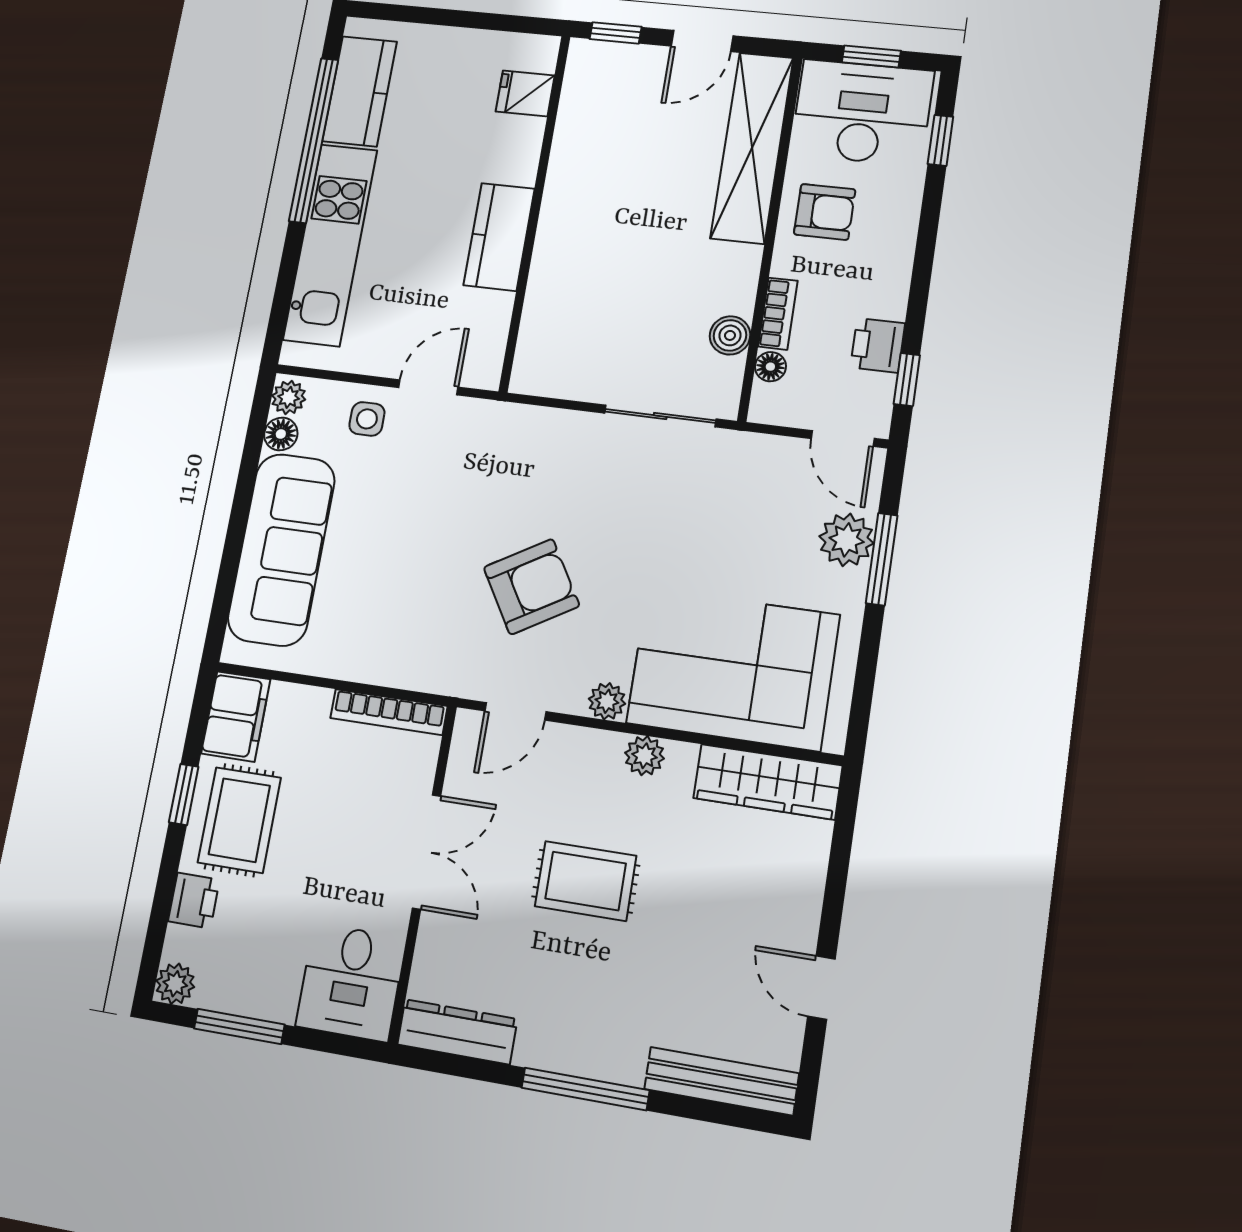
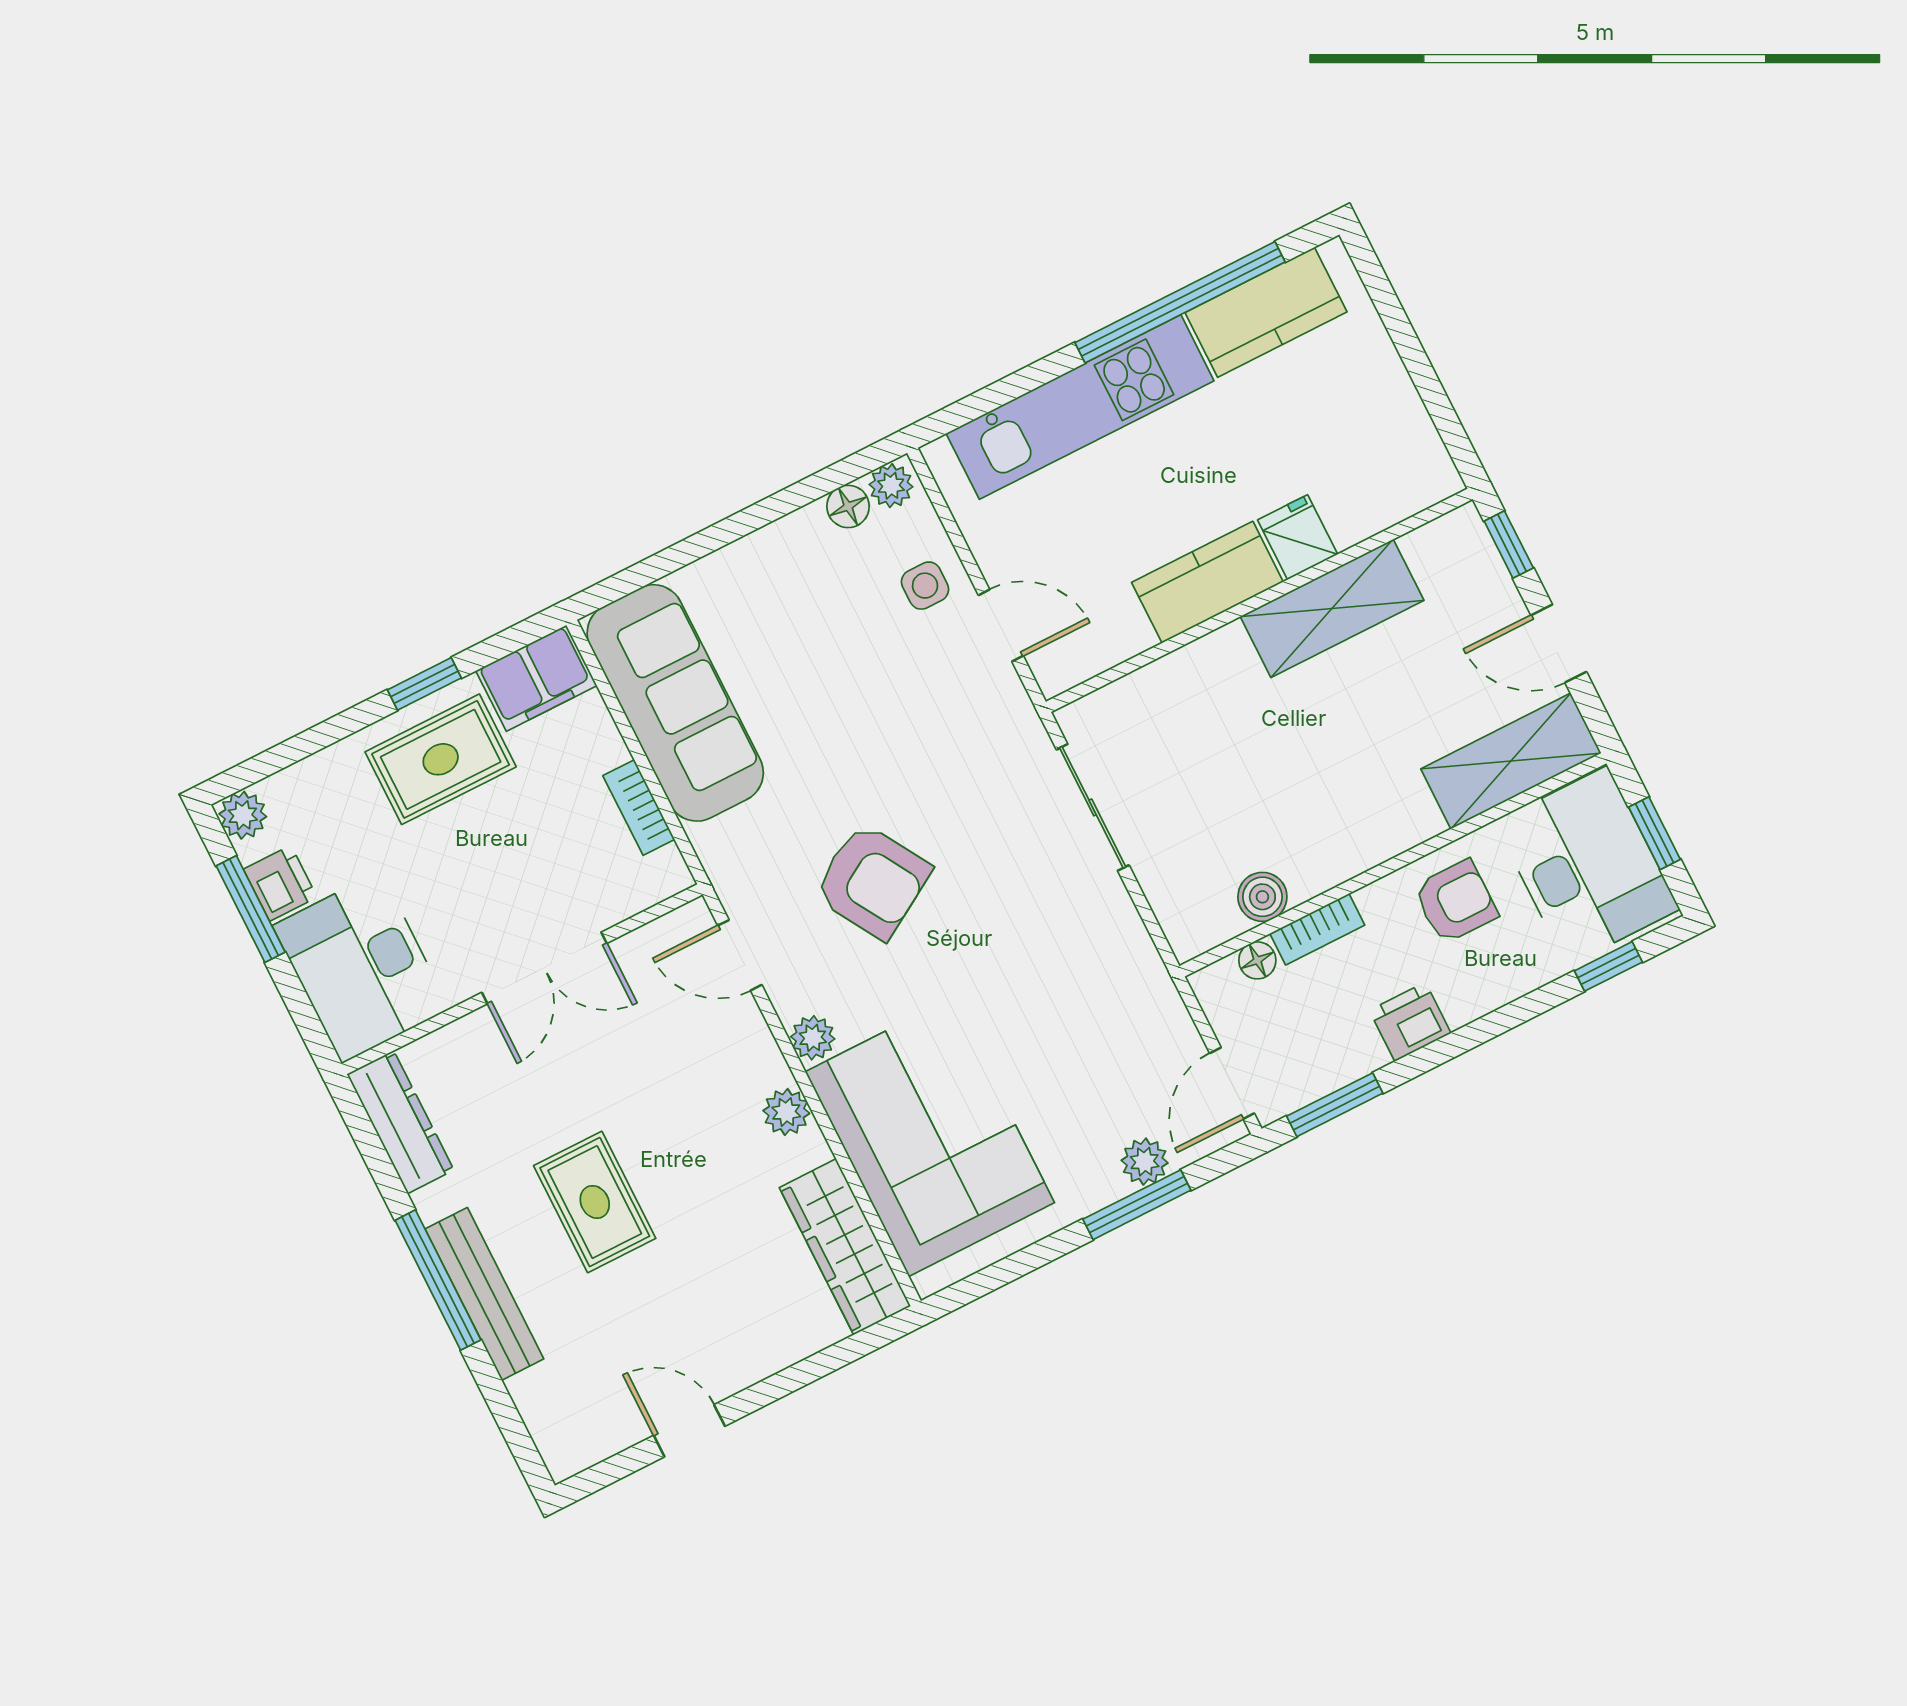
fridge: (525, 93) -> (1298, 537), moved
shelving: (752, 148) -> (1511, 761), width x0.68
shelving: (574, 169) -> (1332, 608), added
armchair: (825, 212) -> (1456, 902), turned -90
printer: (878, 345) -> (1410, 1022), moved
window: (907, 380) -> (1335, 1105), width x1.50
sliding door: (660, 416) -> (1093, 807), moved
plant: (847, 540) -> (1145, 1162), width x0.73, depth x0.73
sofa: (281, 549) -> (675, 703), moved, turned -90
bookcase: (389, 712) -> (639, 808), width x0.64
rug: (586, 881) -> (595, 1202), moved
printer: (194, 900) -> (280, 883), moved, turned -90
desk: (351, 982) -> (361, 967), width x1.37
door: (821, 988) -> (689, 1431), hinge flipped
bench: (721, 1081) -> (484, 1294), moved

